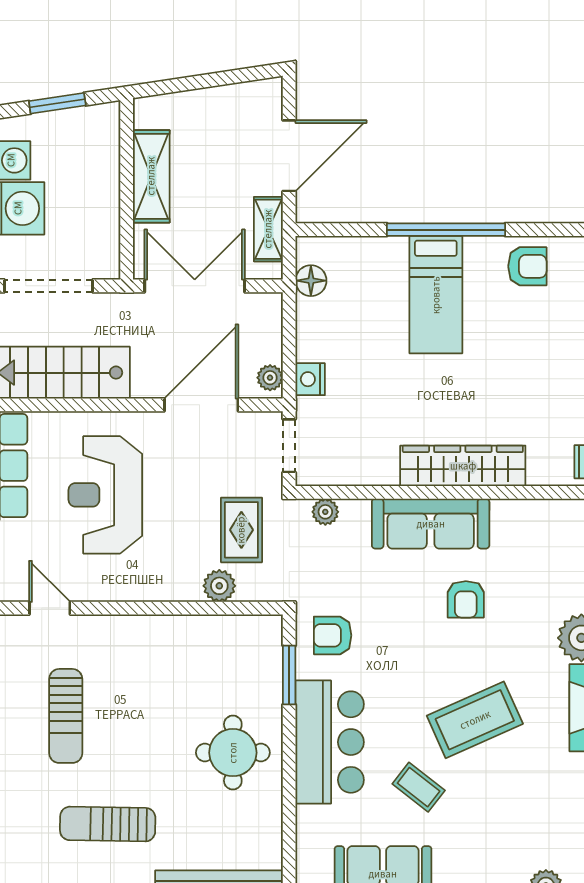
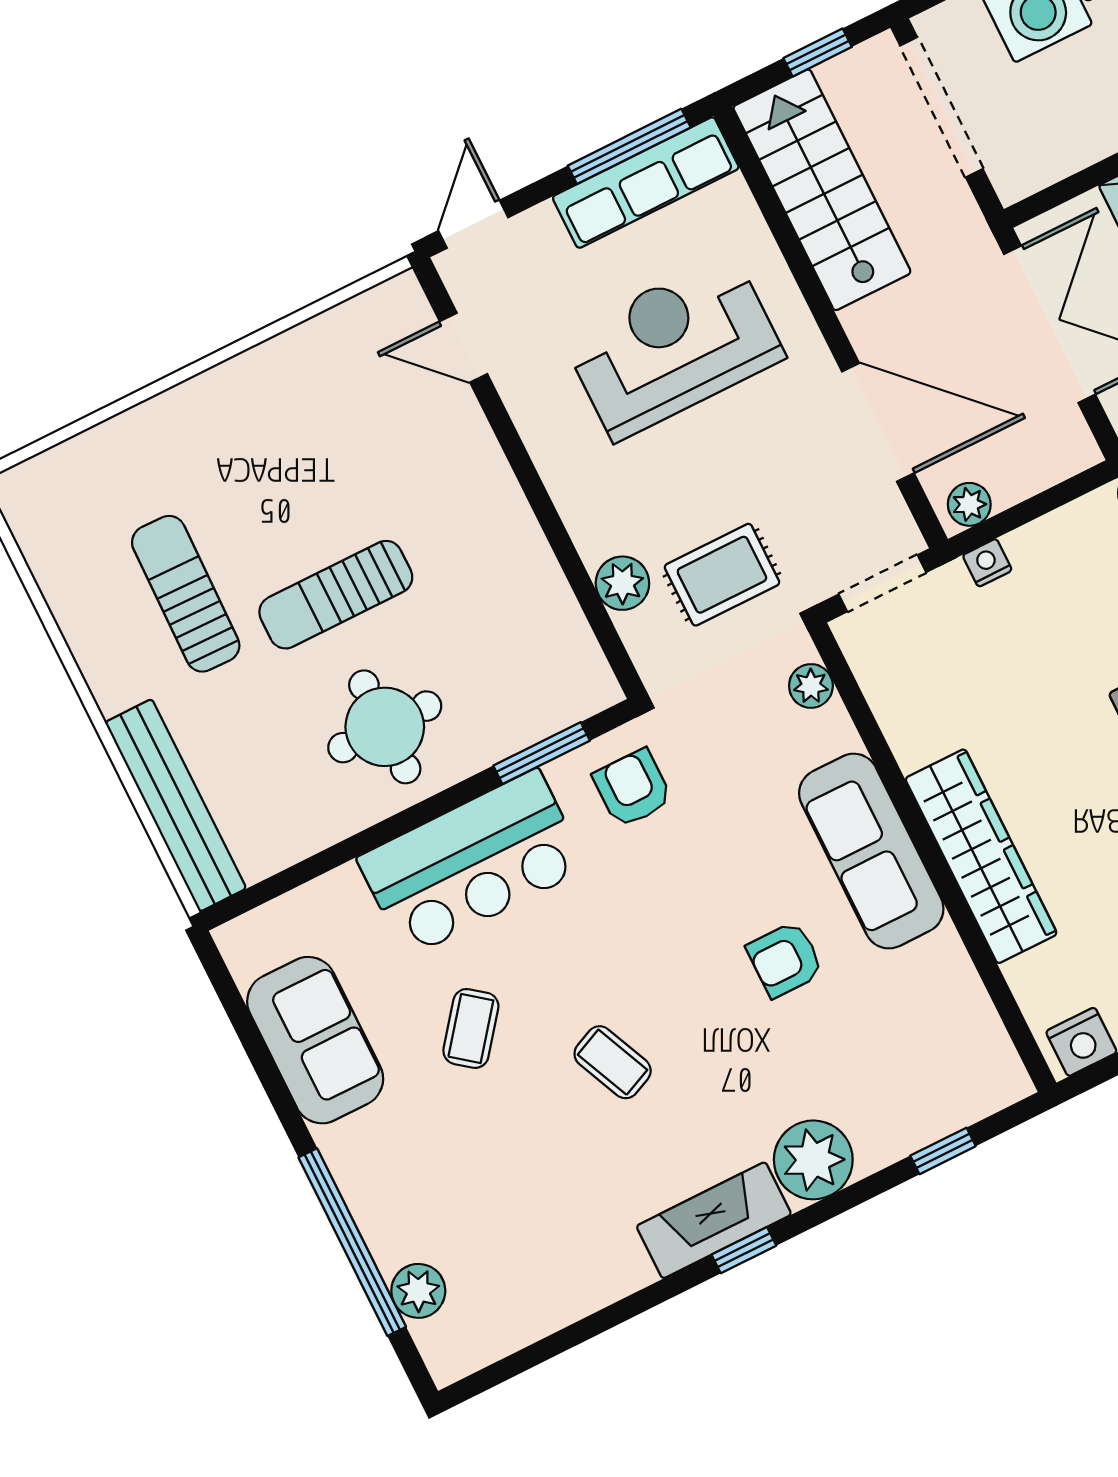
nightstand: (310, 379) -> (987, 563), width x0.72, depth x0.74
door: (50, 608) -> (464, 348), swing flipped
sun lounger: (66, 716) -> (336, 595), moved
coffee table: (475, 720) -> (613, 1062), width x0.54, depth x0.58

